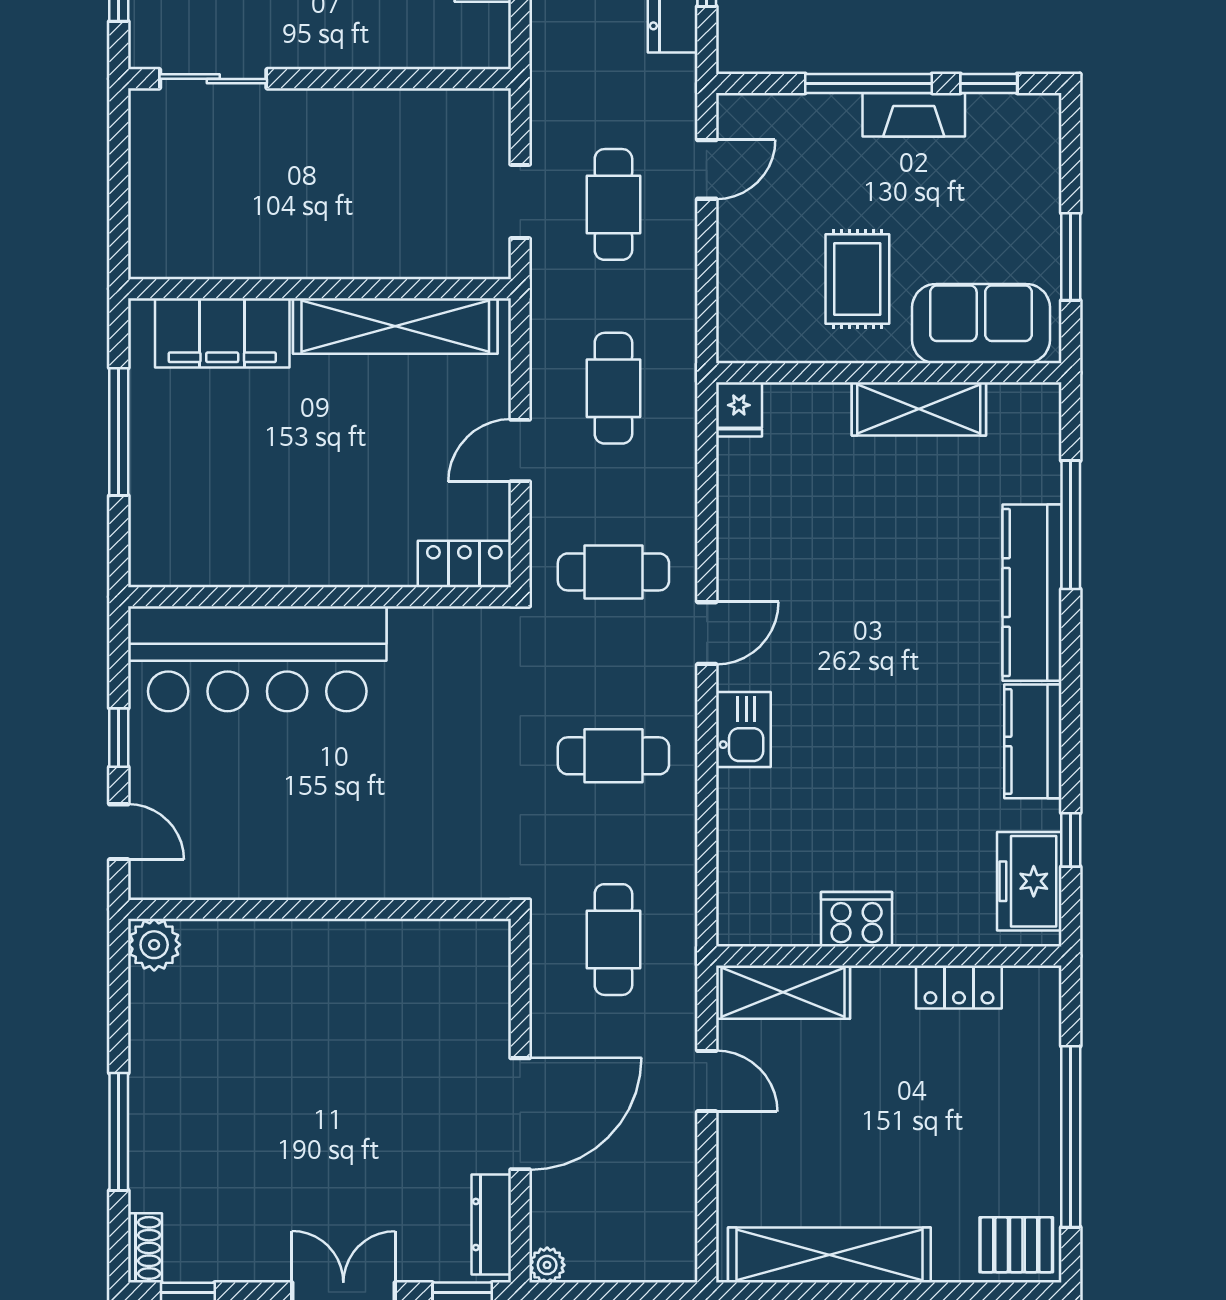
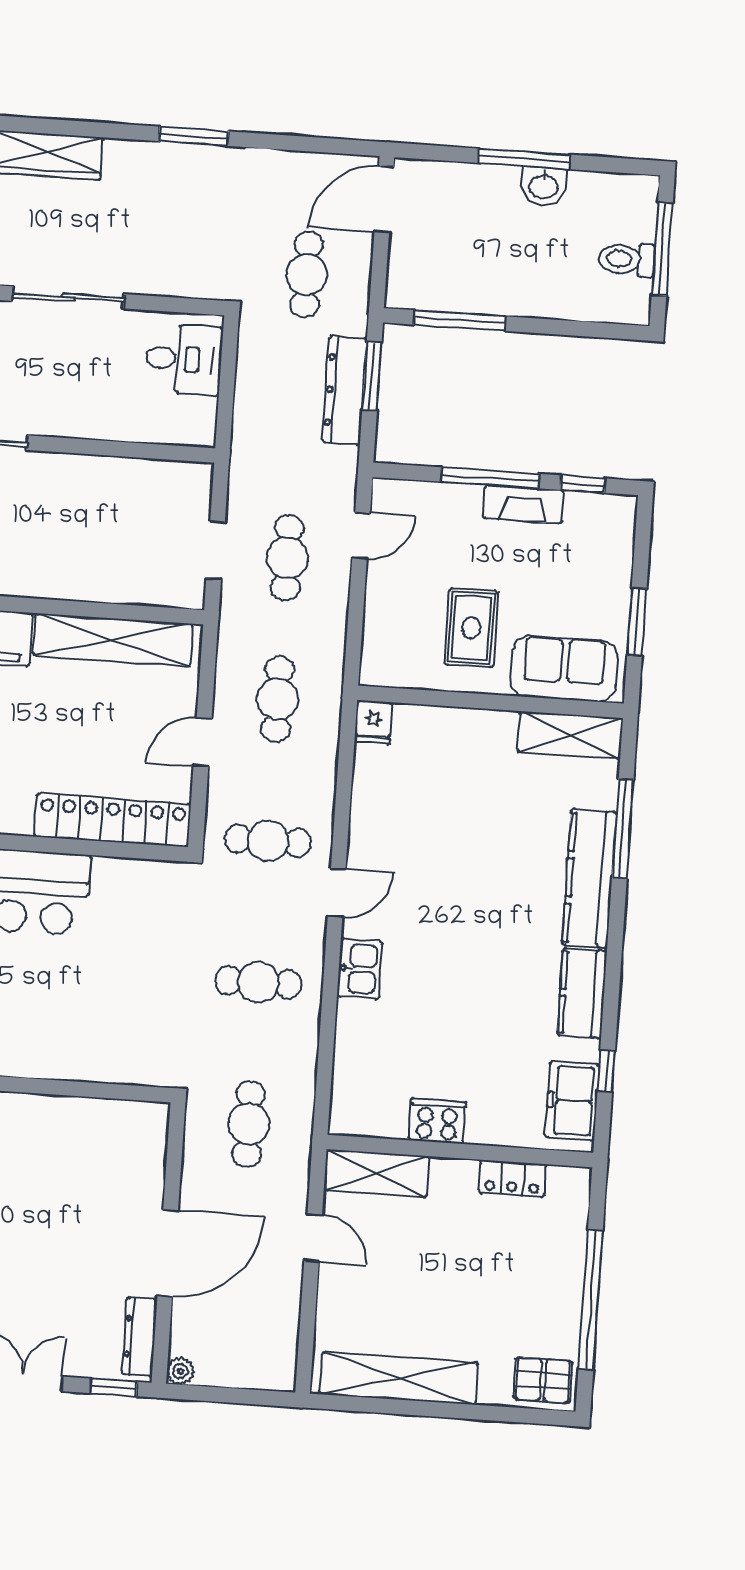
shelving: (919, 409) -> (570, 735), moved
locker: (464, 564) -> (112, 820), width x2.16, depth x1.21

